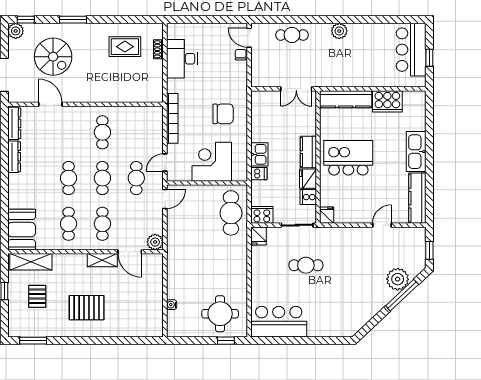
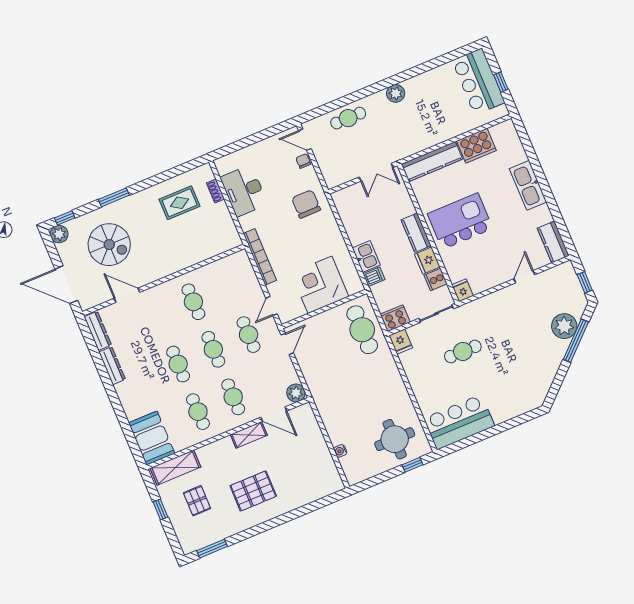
chair: (223, 114) -> (306, 204), moved, turned -90
kitchen counter: (417, 198) -> (553, 242), width x0.67

